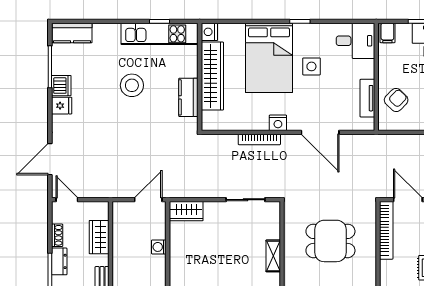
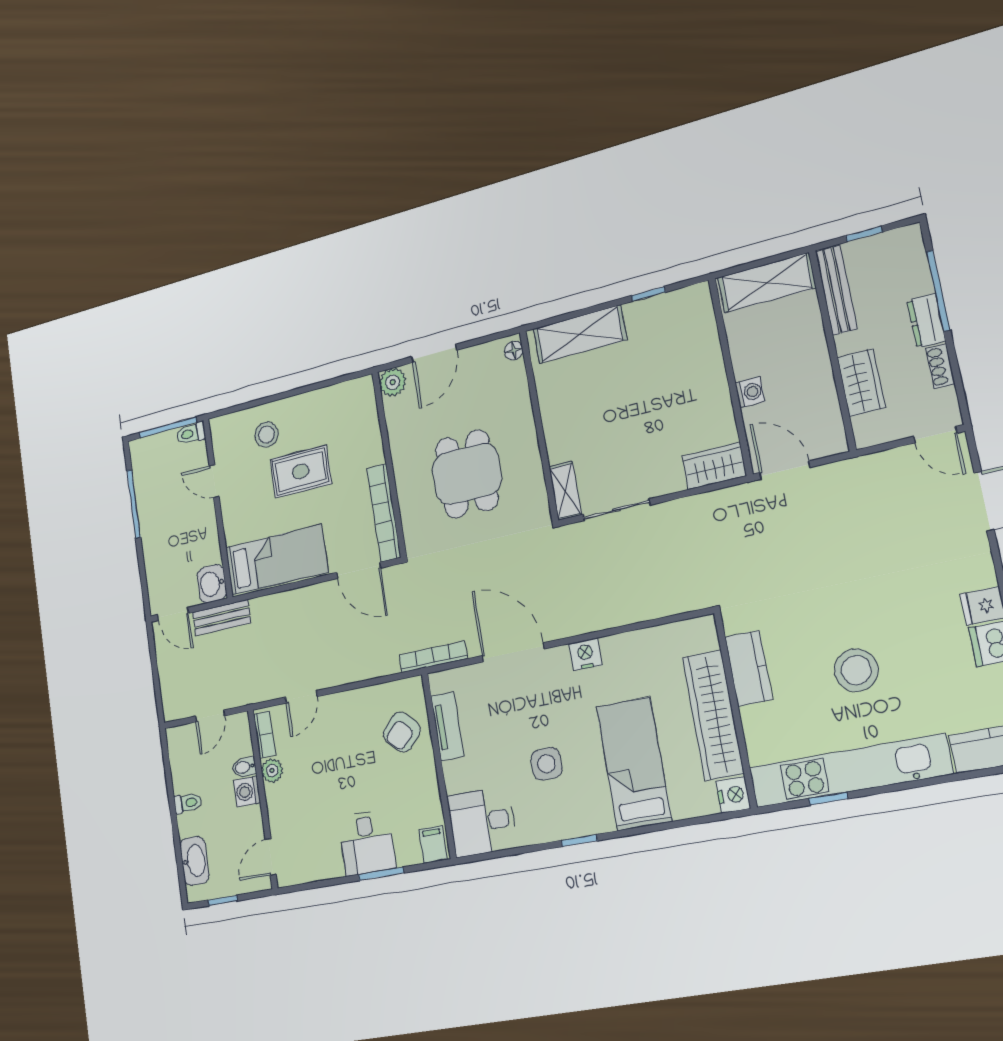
kitchen unit: (160, 34) -> (850, 771), width x1.36
bed: (269, 58) -> (634, 764), width x0.67
bookcase: (259, 139) -> (433, 657), moved
door: (148, 200) -> (785, 470), swing flipped
dining table: (330, 241) -> (467, 474), turned 90
shelving: (273, 256) -> (565, 491), moved

